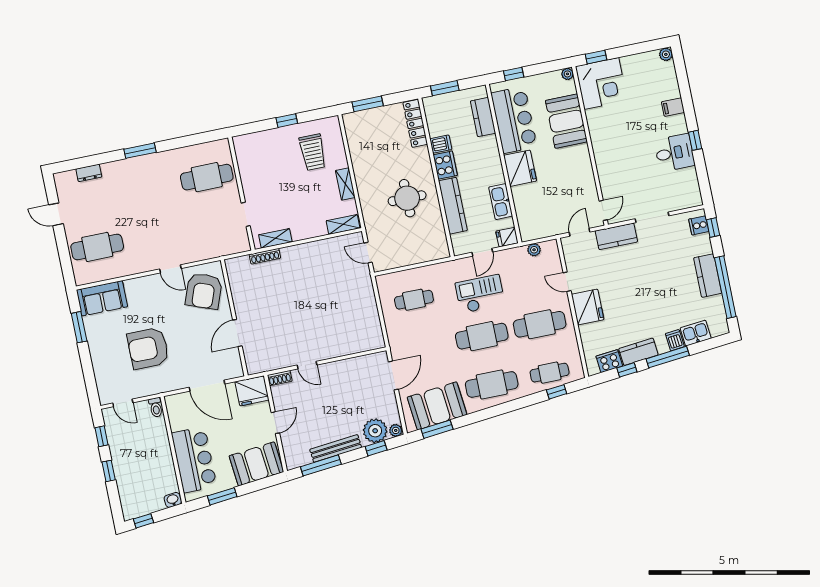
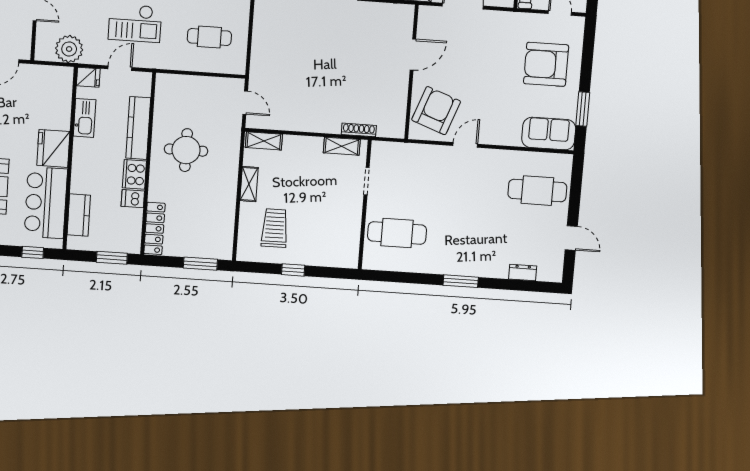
plant: (534, 250) -> (69, 49), width x1.87, depth x1.87
door: (170, 269) -> (465, 145), hinge flipped
armchair: (148, 348) -> (546, 64), moved, turned 180

